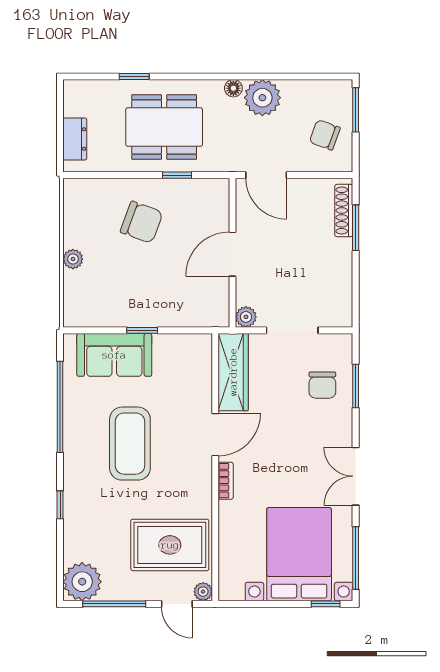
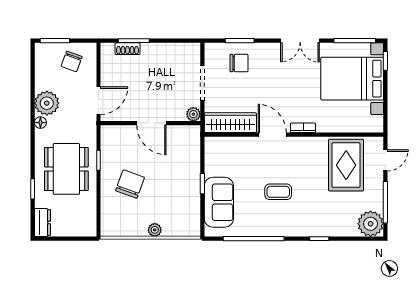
dresser: (75, 139) -> (42, 222), moved, turned 90
shoe rack: (344, 211) -> (127, 49), width x0.70
coffee table: (130, 444) -> (278, 192), width x0.54, depth x0.58
plant: (203, 592) -> (377, 143), removed

